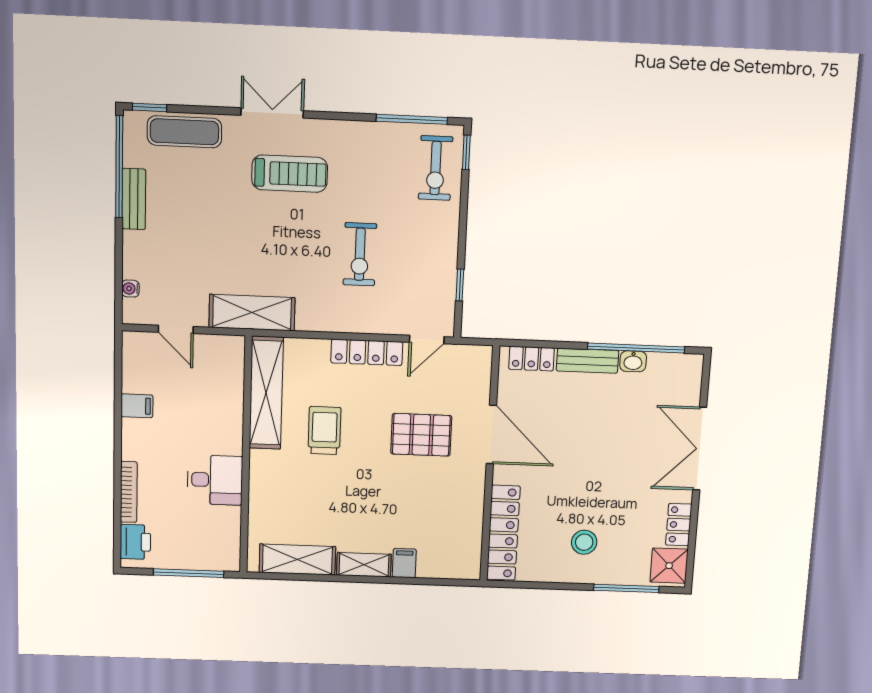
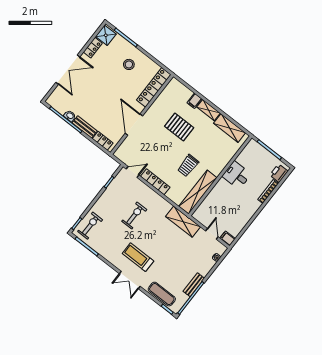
filing cabinet: (137, 406) -> (228, 239), moved
pallet: (421, 435) -> (179, 127), moved

